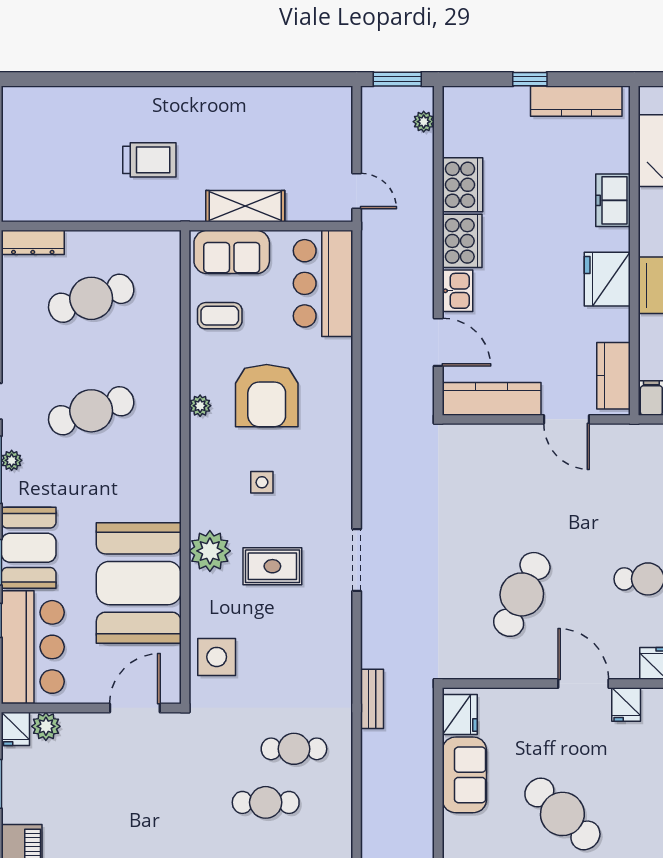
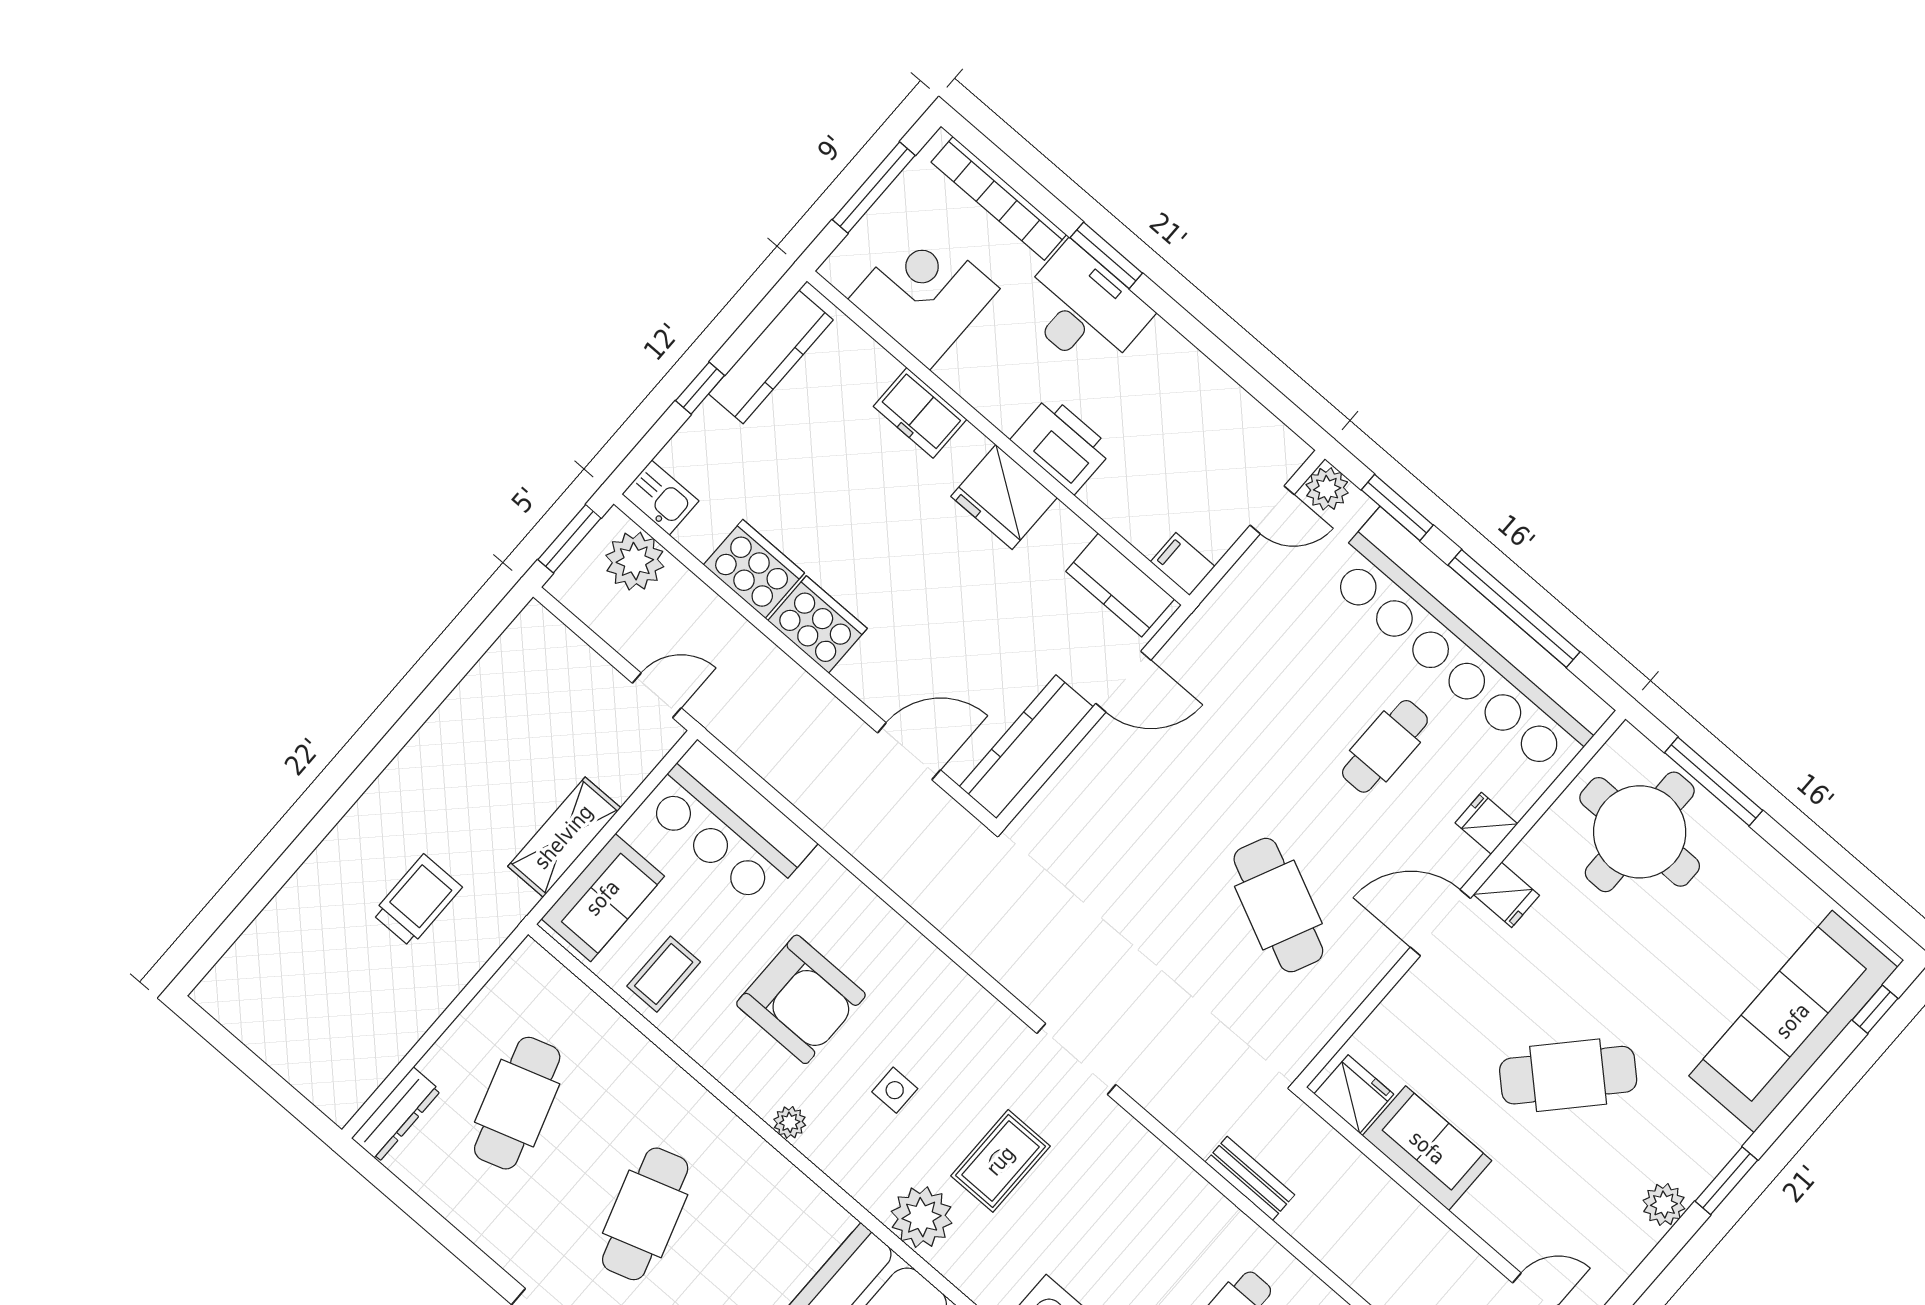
plant: (424, 122) -> (635, 561), width x1.87, depth x1.87
kitchen sink: (458, 291) -> (660, 498), moved
plant: (200, 406) -> (790, 1122), moved

